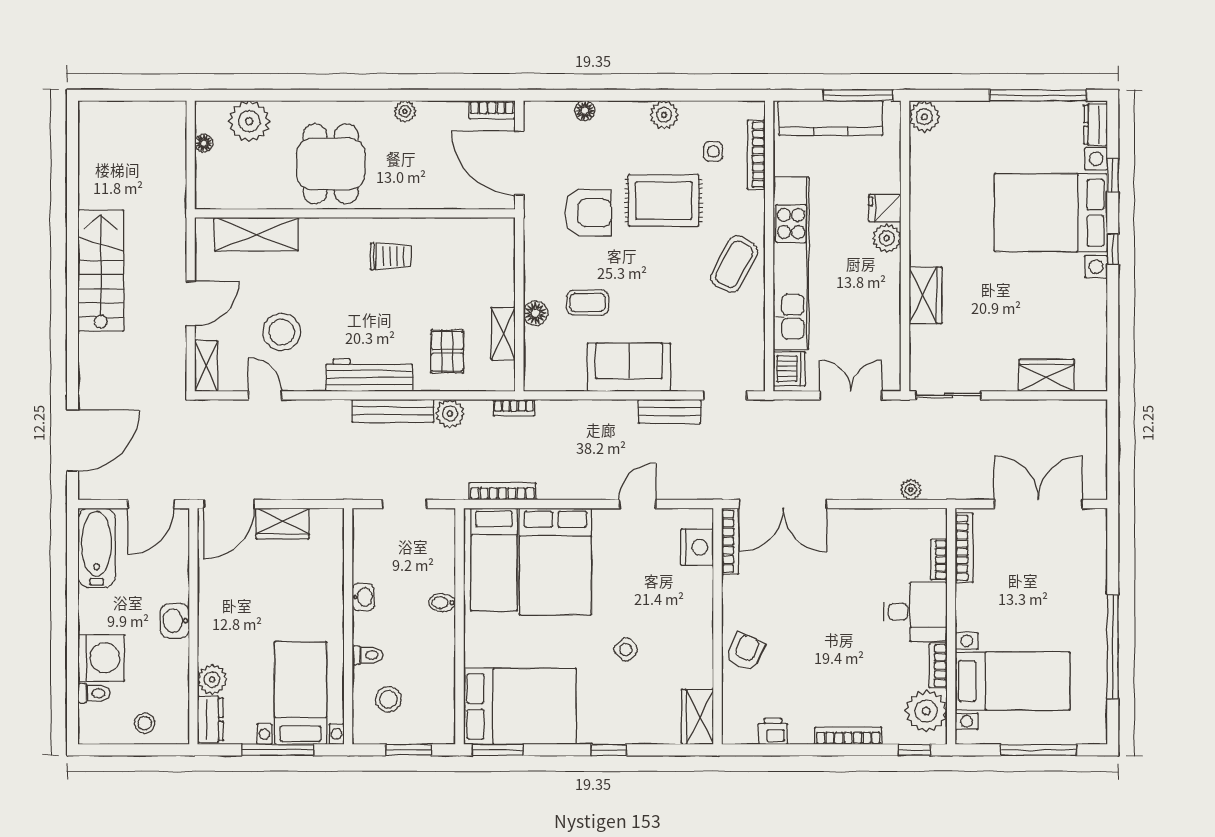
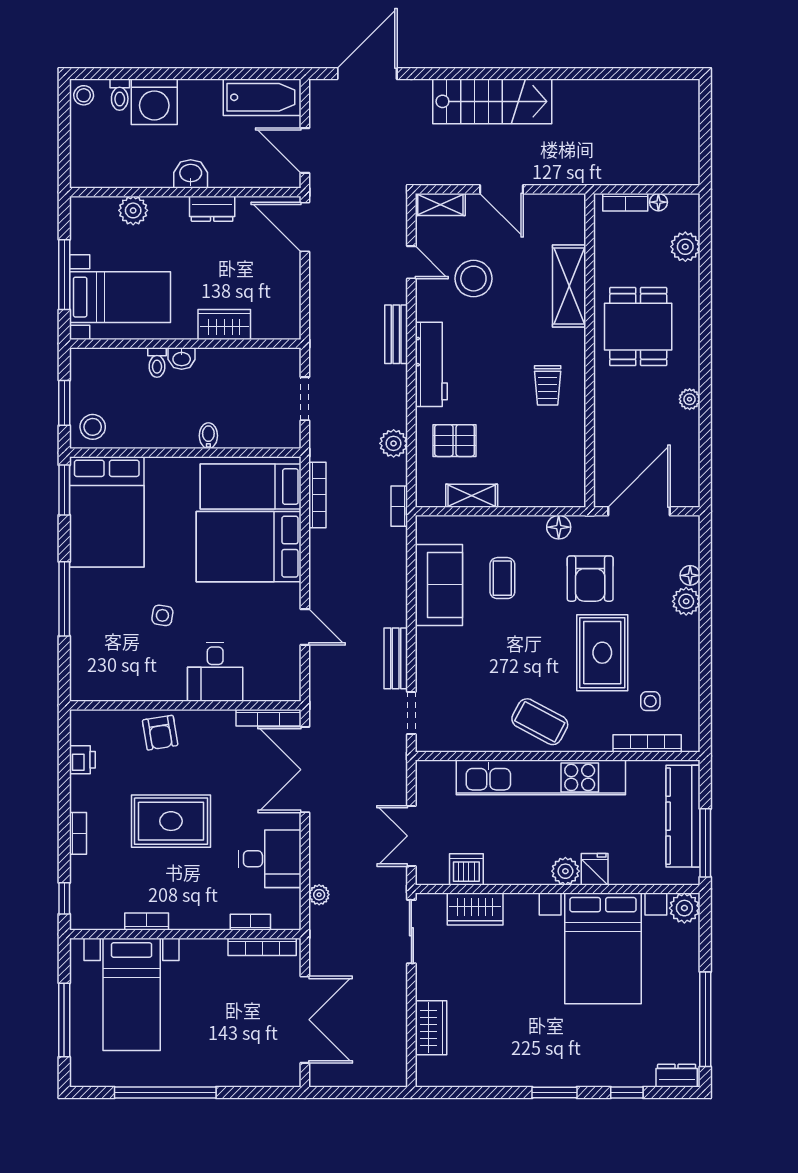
bookcase: (492, 110) -> (625, 202), moved, turned -90
plant: (664, 115) -> (686, 601), moved
plant: (249, 121) -> (685, 247), width x0.73, depth x0.73
dining table: (331, 164) -> (638, 327), turned 90
bed with nightstands: (1051, 213) -> (603, 948), moved, turned 180
shelving: (256, 234) -> (569, 286), moved
window: (1113, 249) -> (554, 1093), width x1.50
stairs: (101, 271) -> (492, 101), moved
wardrobe: (925, 295) -> (475, 909), moved
floor lamp: (536, 313) -> (559, 527), moved
sofa: (629, 367) -> (439, 585), moved
dishwasher: (789, 369) -> (466, 869), moved, turned 180
door: (265, 395) -> (411, 262), hinge flipped
double door: (851, 395) -> (411, 836), swing flipped
bench: (393, 411) -> (396, 334), moved, width x0.73
door: (72, 440) -> (367, 74), swing flipped
wardrobe: (282, 524) -> (224, 325), moved, turned 90
nightstand: (697, 547) -> (263, 685), removed
desk: (683, 596) -> (215, 672), added
washbasin: (363, 597) -> (182, 358), moved
desk: (915, 612) -> (270, 859), moved, turned -90
rug: (836, 641) -> (171, 821), added
side table: (626, 650) -> (162, 615), turned -38
armchair: (745, 652) -> (160, 733), turned 57
stool: (388, 699) -> (93, 427), moved
plant: (926, 711) -> (102, 910), removed
wardrobe: (698, 717) -> (96, 686), removed
dresser: (210, 719) -> (212, 209), moved
stool: (145, 723) -> (84, 95), moved
bookcase: (848, 736) -> (78, 833), width x0.64
window: (609, 750) -> (64, 599), width x2.17

